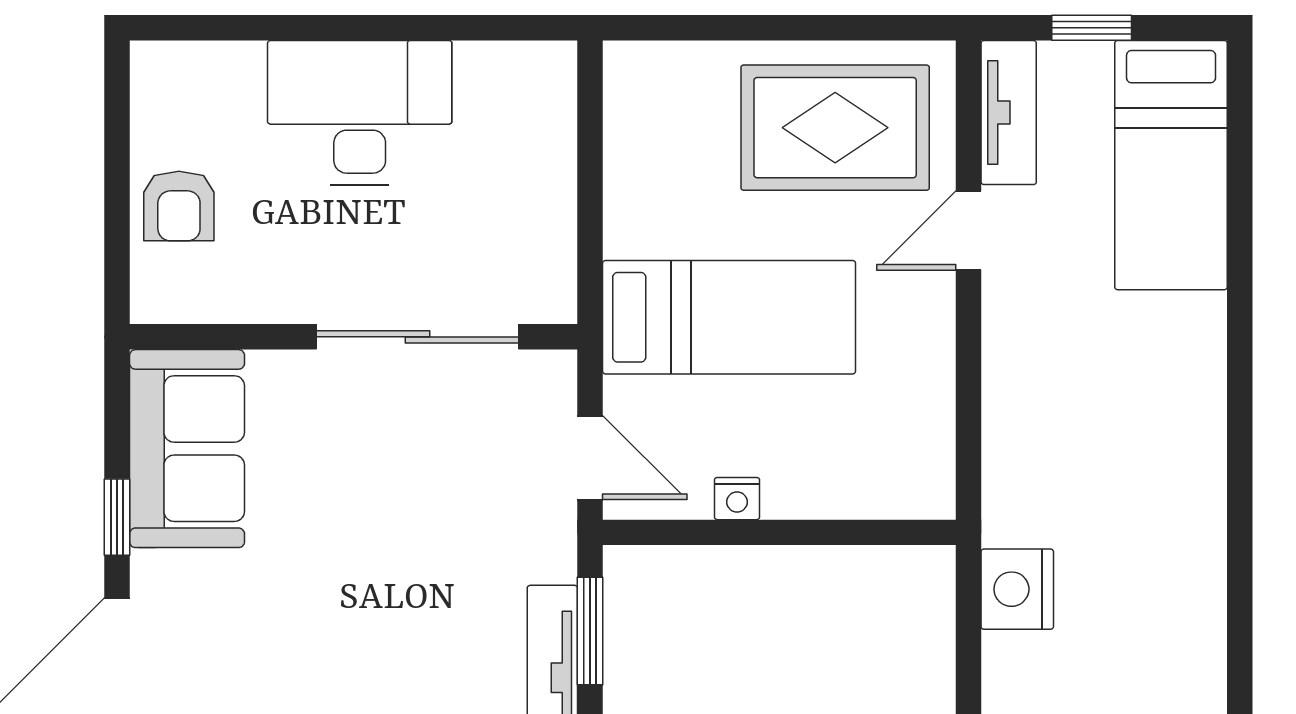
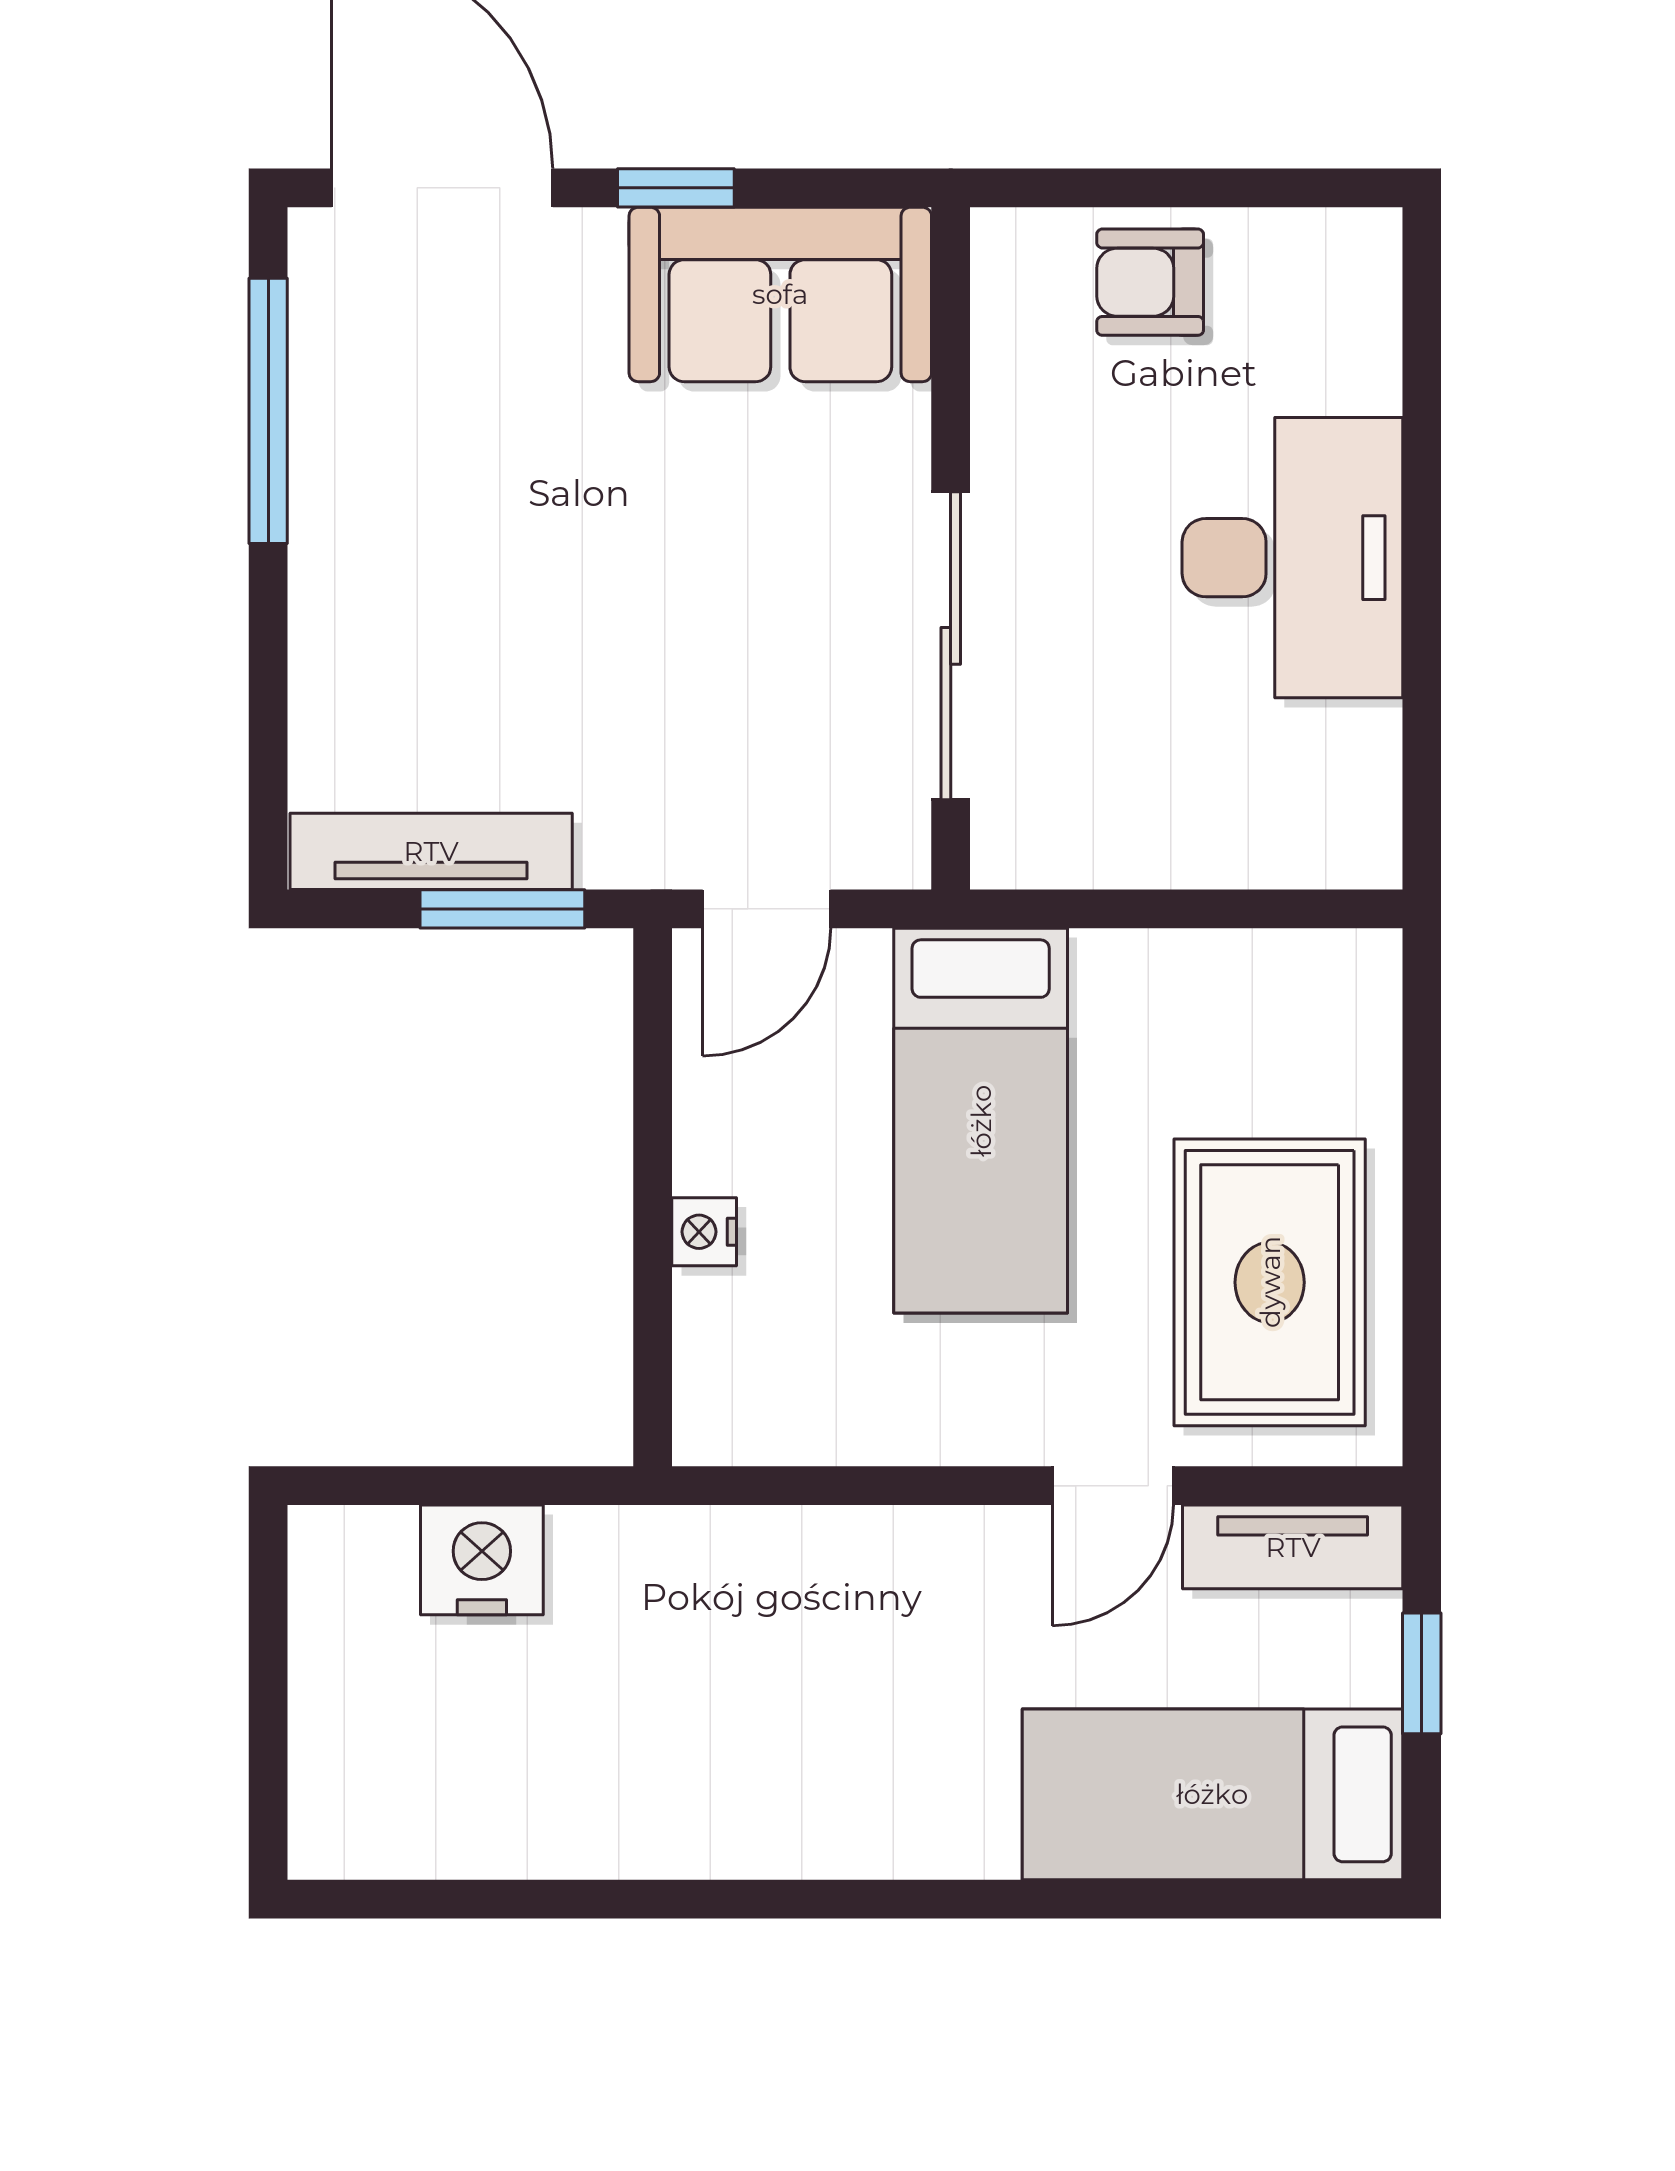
door: (969, 231) -> (1113, 1486), swing flipped
nightstand: (737, 499) -> (704, 1232), moved
nightstand: (1017, 589) -> (482, 1560), moved

